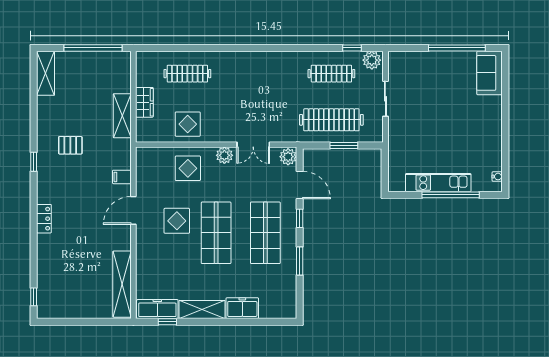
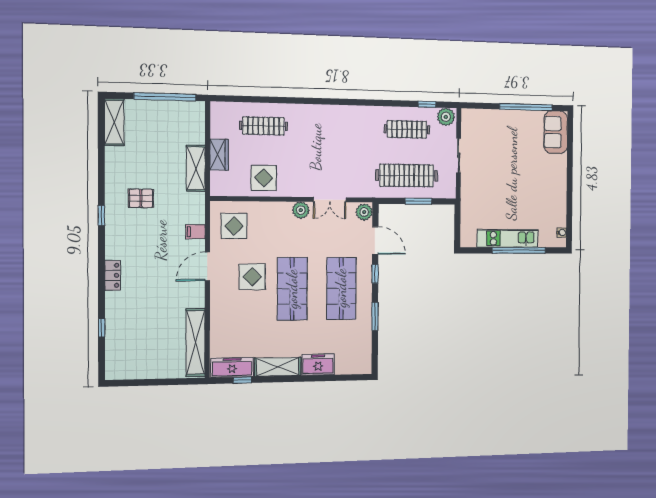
display table: (188, 168) -> (234, 226), moved
window: (34, 297) -> (102, 328), moved

